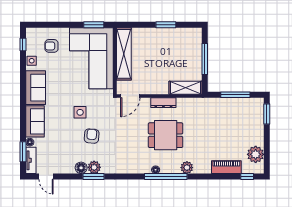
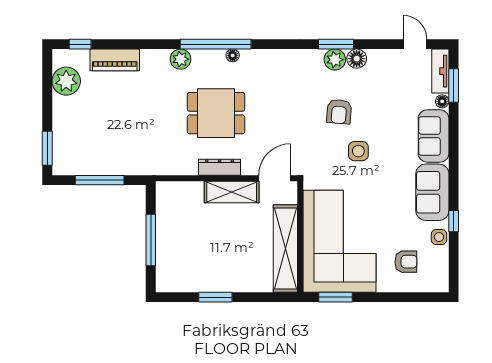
window: (23, 45) -> (454, 221), moved
shelving: (186, 88) -> (232, 192), moved

